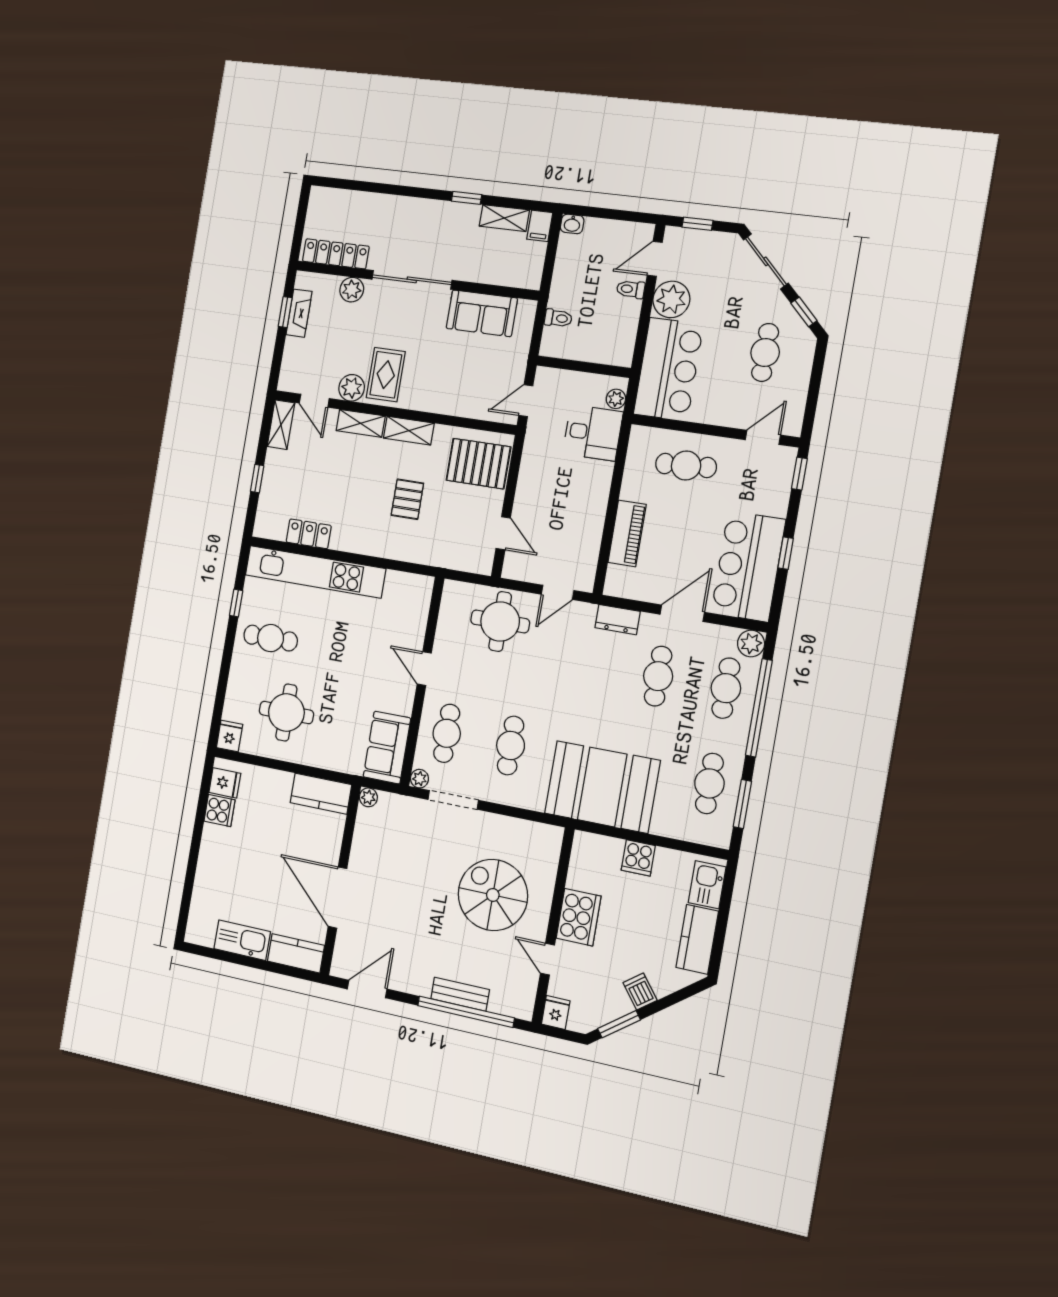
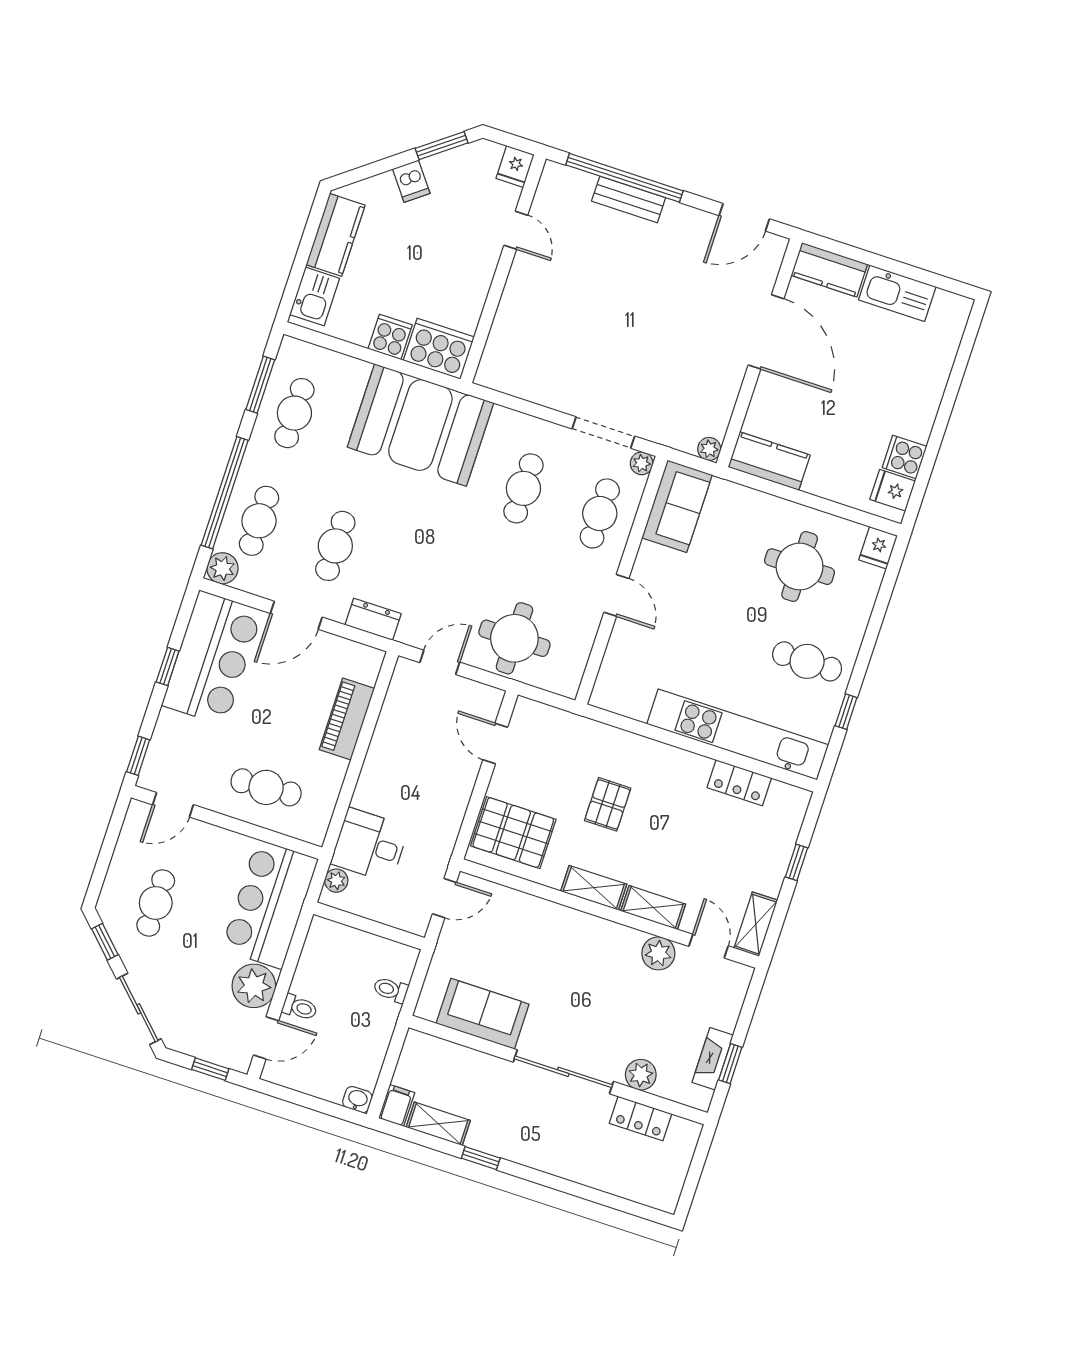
locker: (336, 254) -> (641, 1119), width x0.66
rug: (386, 375) -> (613, 962), removed
spiral stairs: (493, 895) -> (571, 313), removed
cooker: (579, 917) -> (439, 349), moved, turned 90

